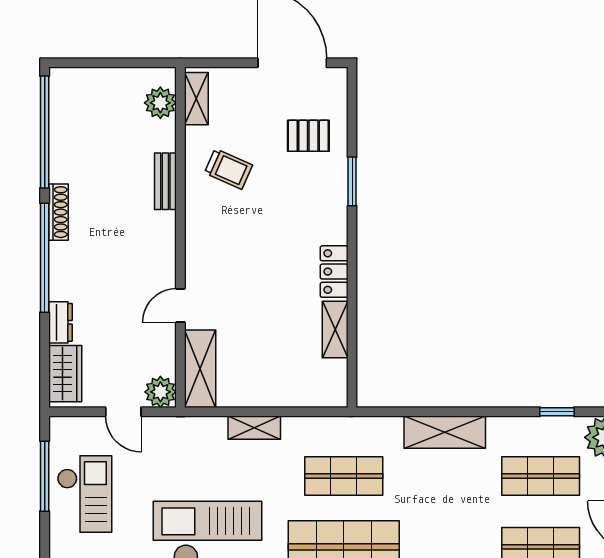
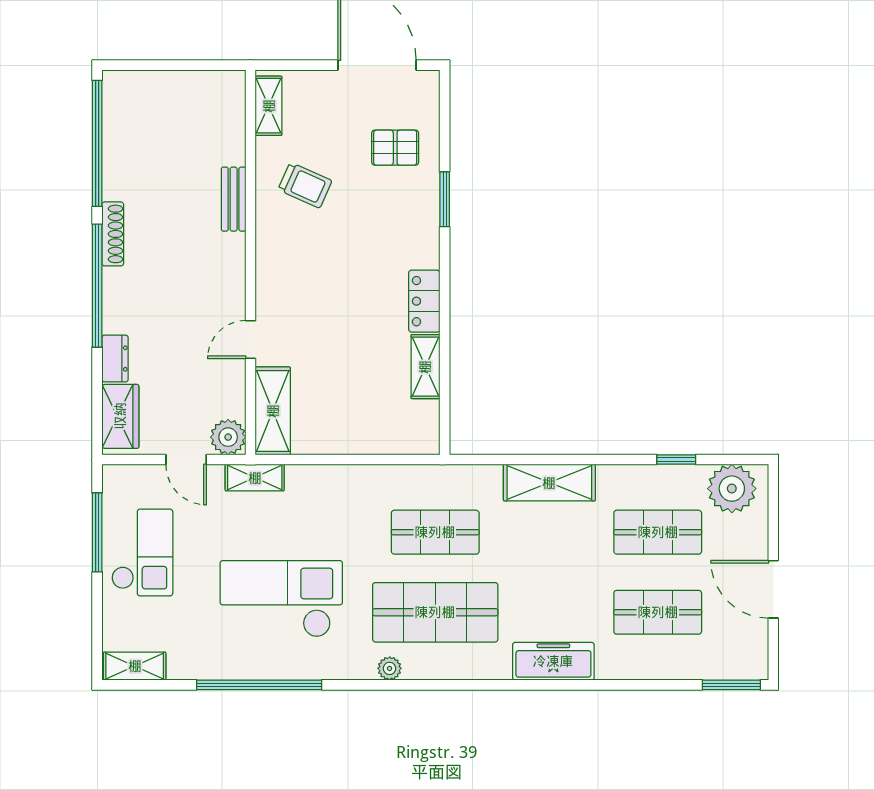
plant: (160, 103) -> (228, 110), removed
shelving: (254, 428) -> (255, 478), moved

